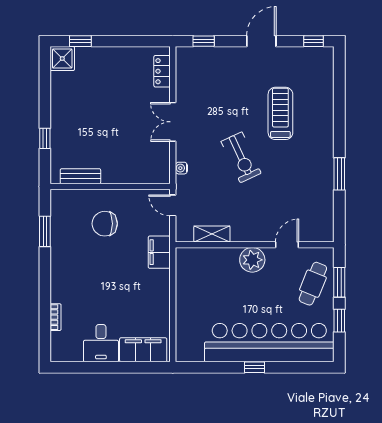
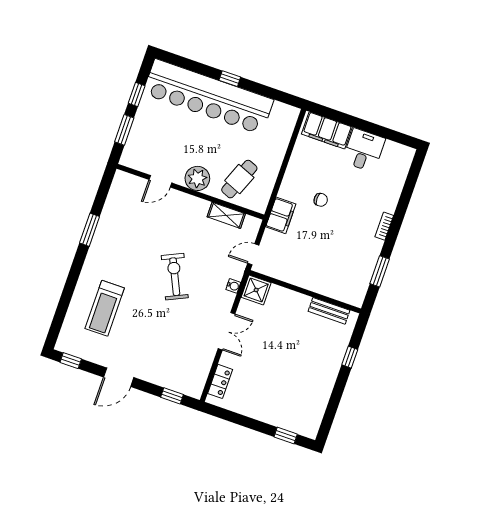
shower: (62, 59) -> (256, 290), moved
treadmill: (280, 113) -> (105, 308), moved
door: (173, 205) -> (253, 254), swing flipped
chair: (105, 224) -> (321, 200), moved, width x0.54, depth x0.54
cafe table: (313, 284) -> (239, 179), moved
bookcase: (56, 317) -> (384, 226), moved

